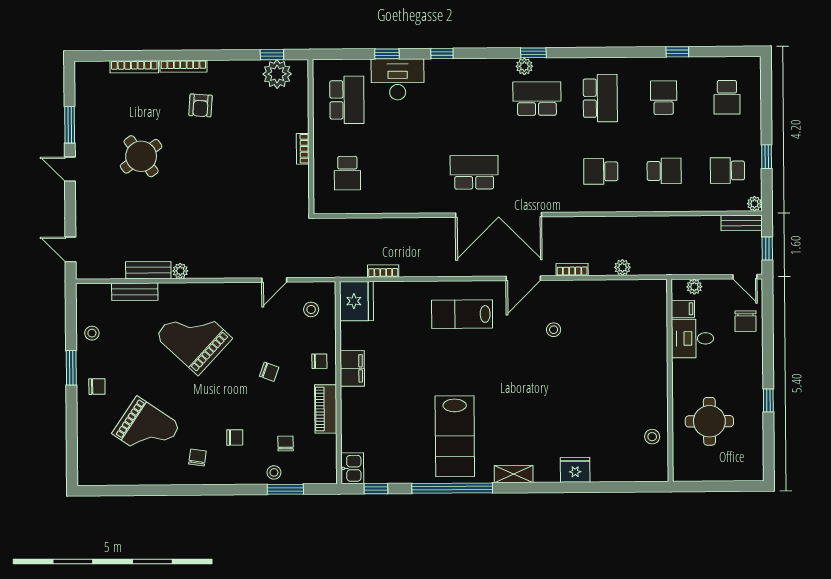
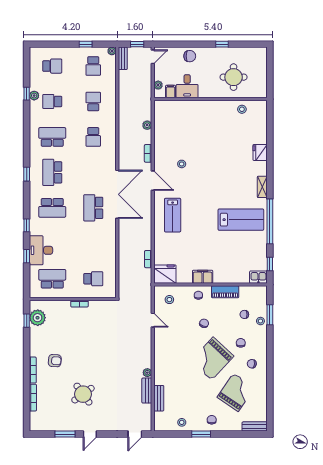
plant: (524, 66) -> (34, 96), moved
school desk: (474, 99) -> (52, 208), added
chair: (745, 321) -> (190, 56), moved
grand piano: (194, 337) -> (212, 359), moved
bench: (85, 463) -> (255, 426), added

